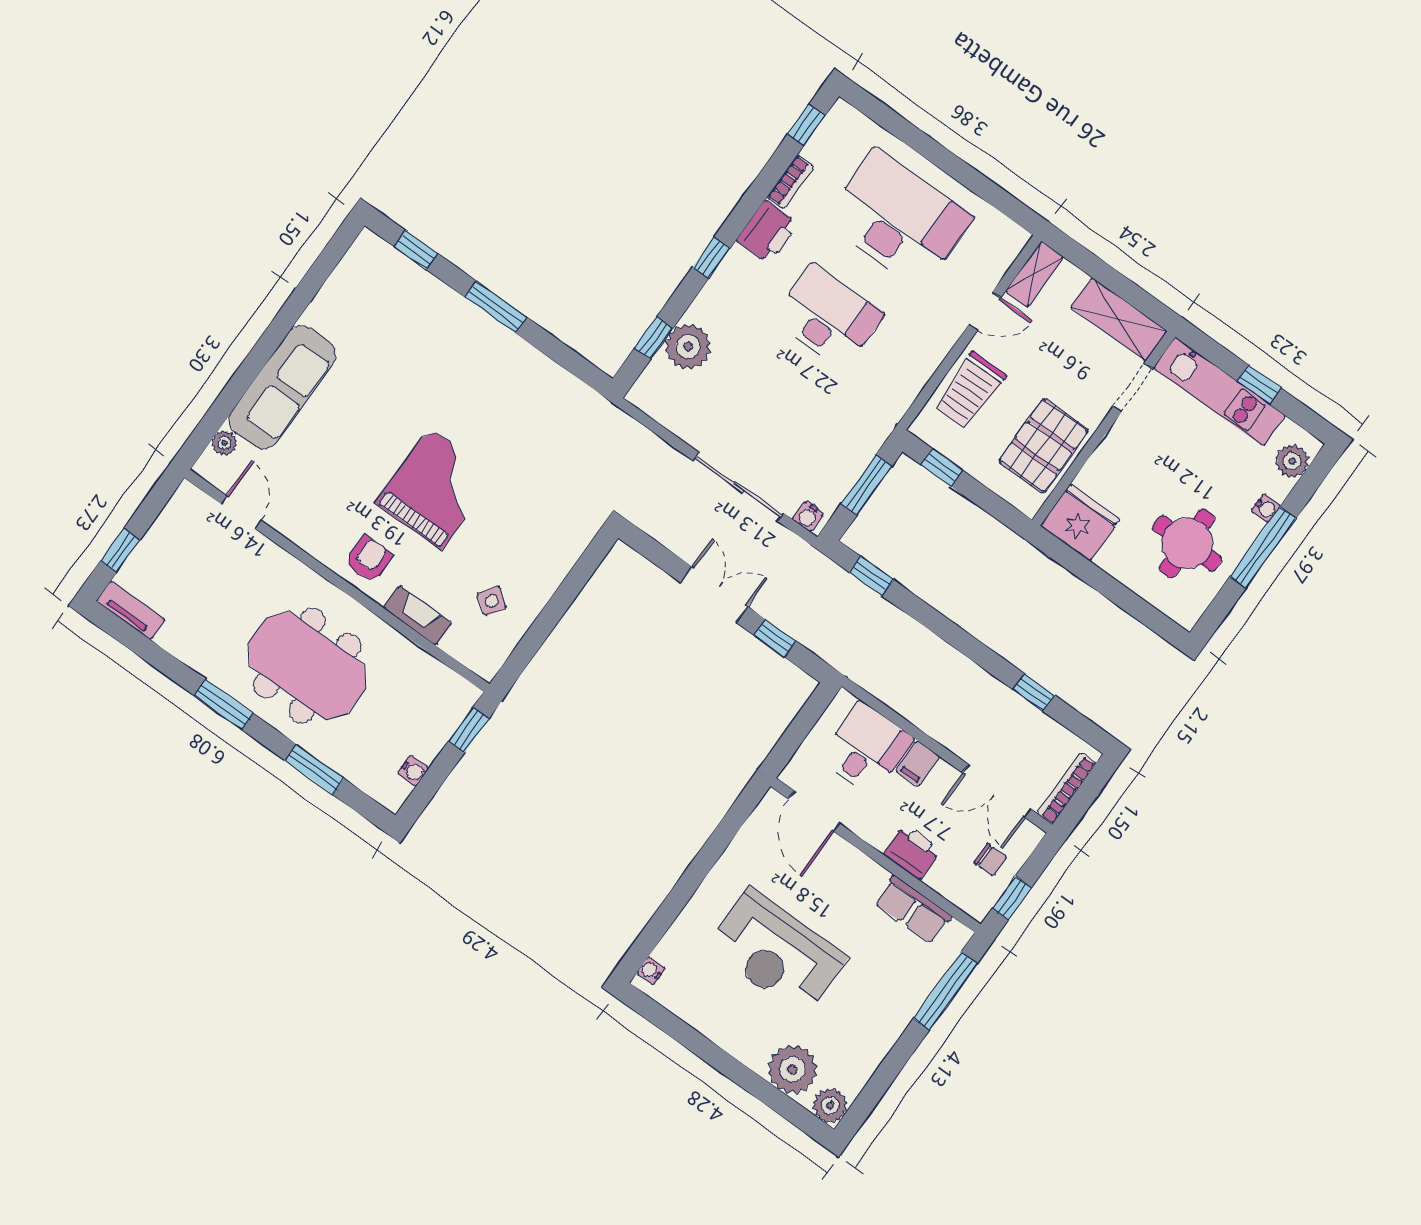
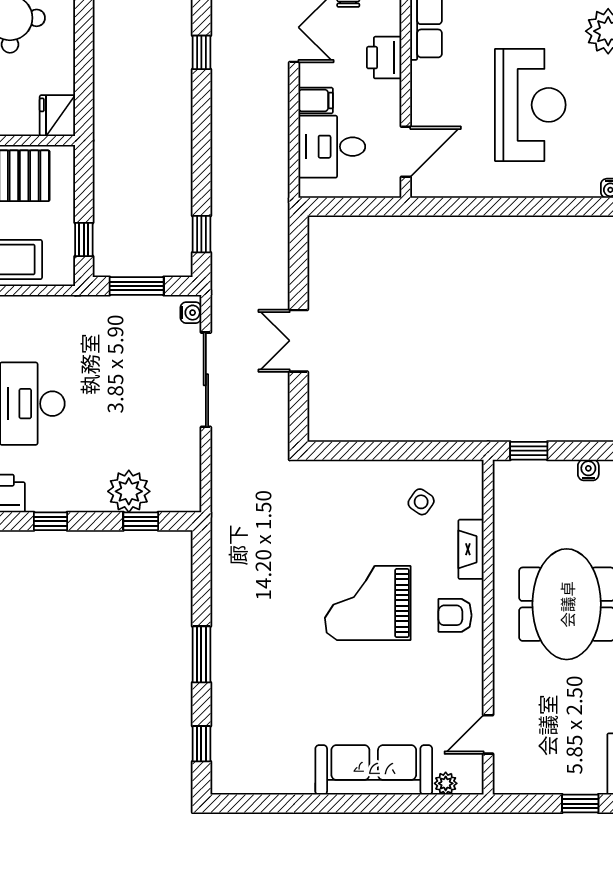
fridge: (1080, 523) -> (57, 116), width x0.73, depth x0.75
window: (775, 638) -> (298, 273), removed

